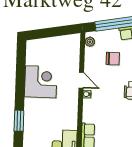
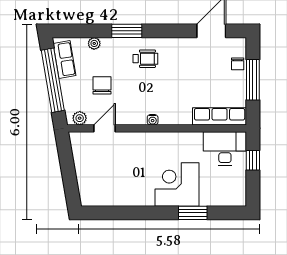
door: (81, 80) -> (105, 128), moved
corner desk: (41, 82) -> (177, 184), moved

